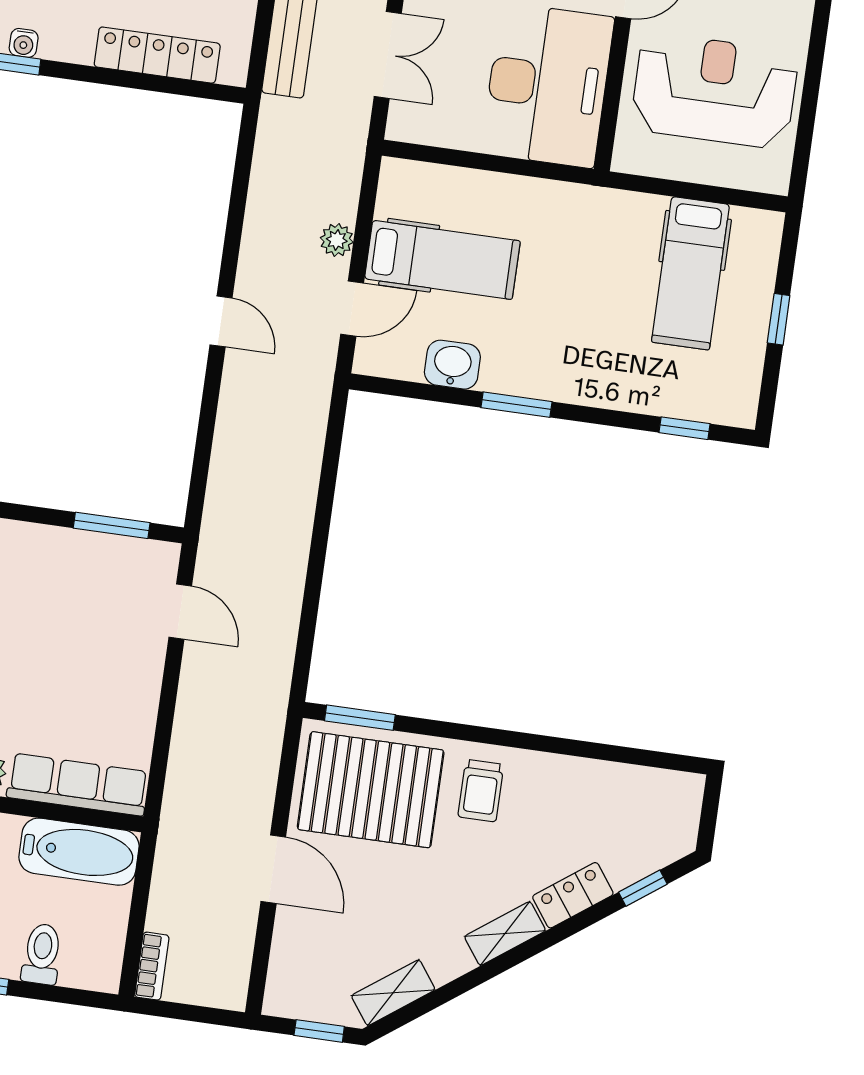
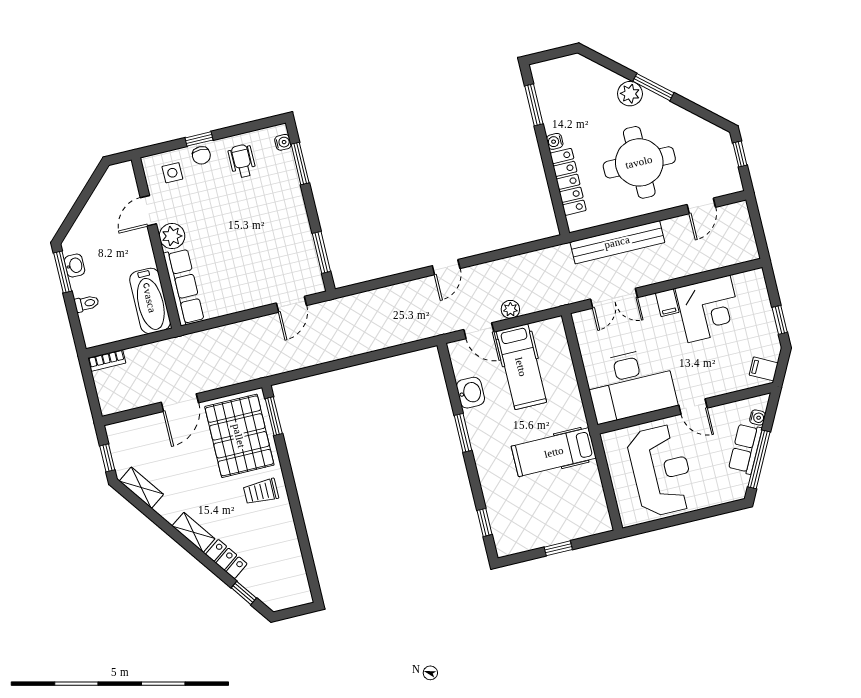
water cooler: (24, 43) -> (555, 141), moved
hospital bed: (690, 273) -> (554, 452), moved
toilet: (42, 954) -> (87, 303), width x0.73, depth x0.72

